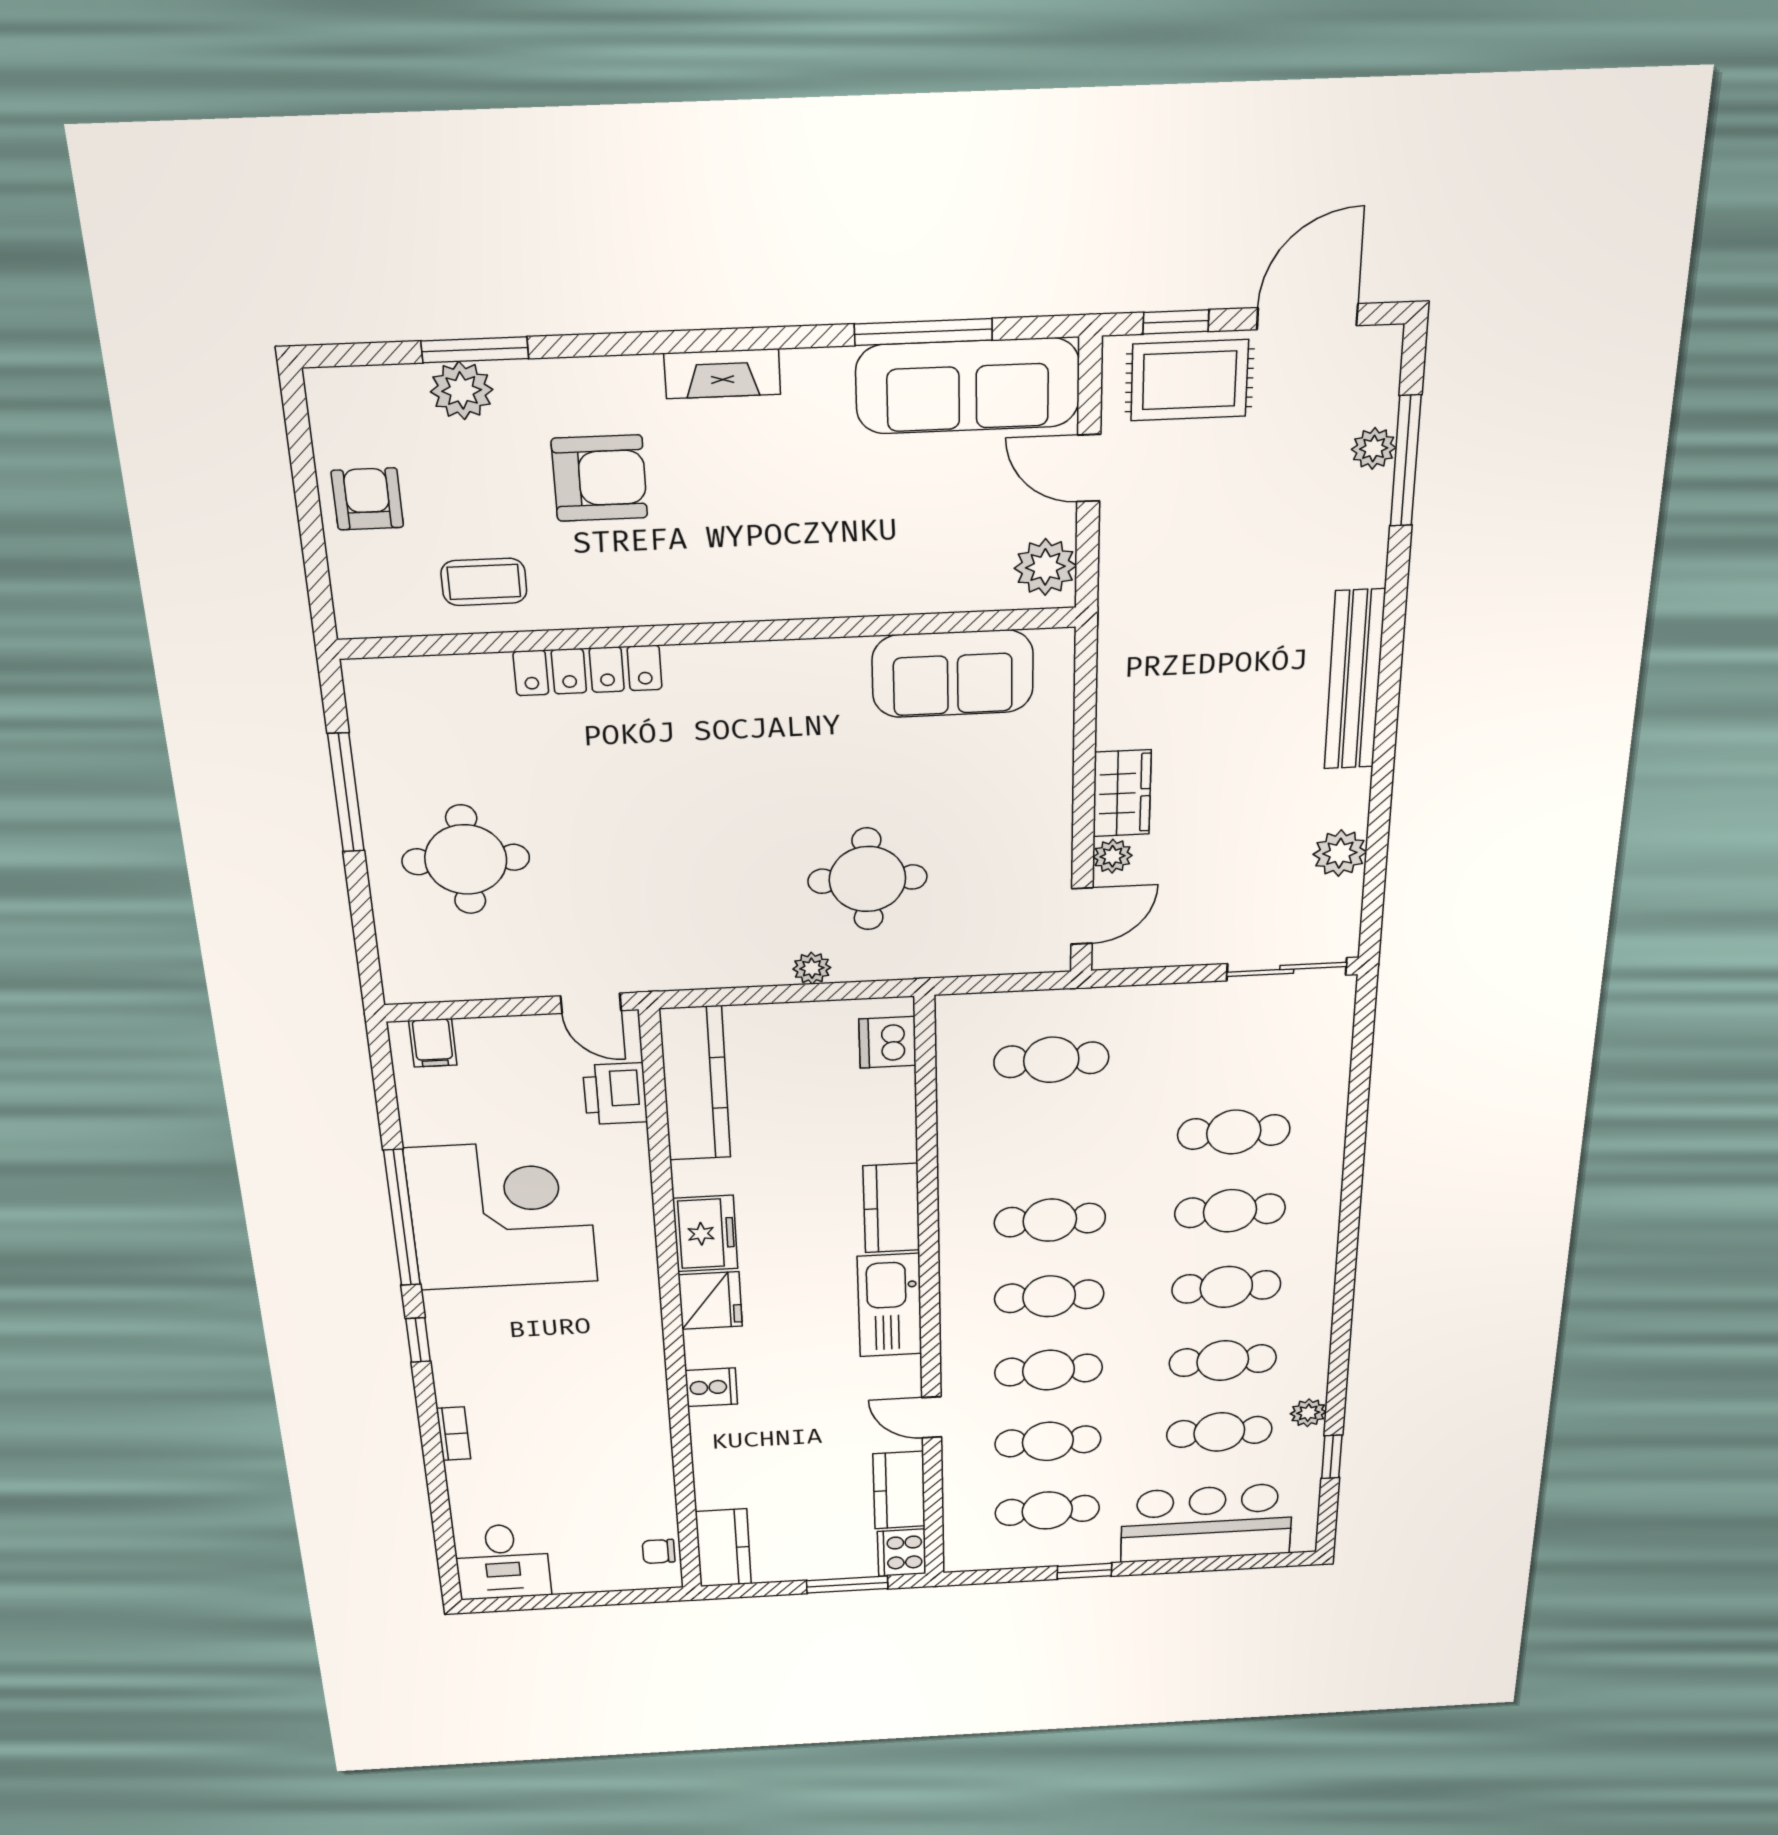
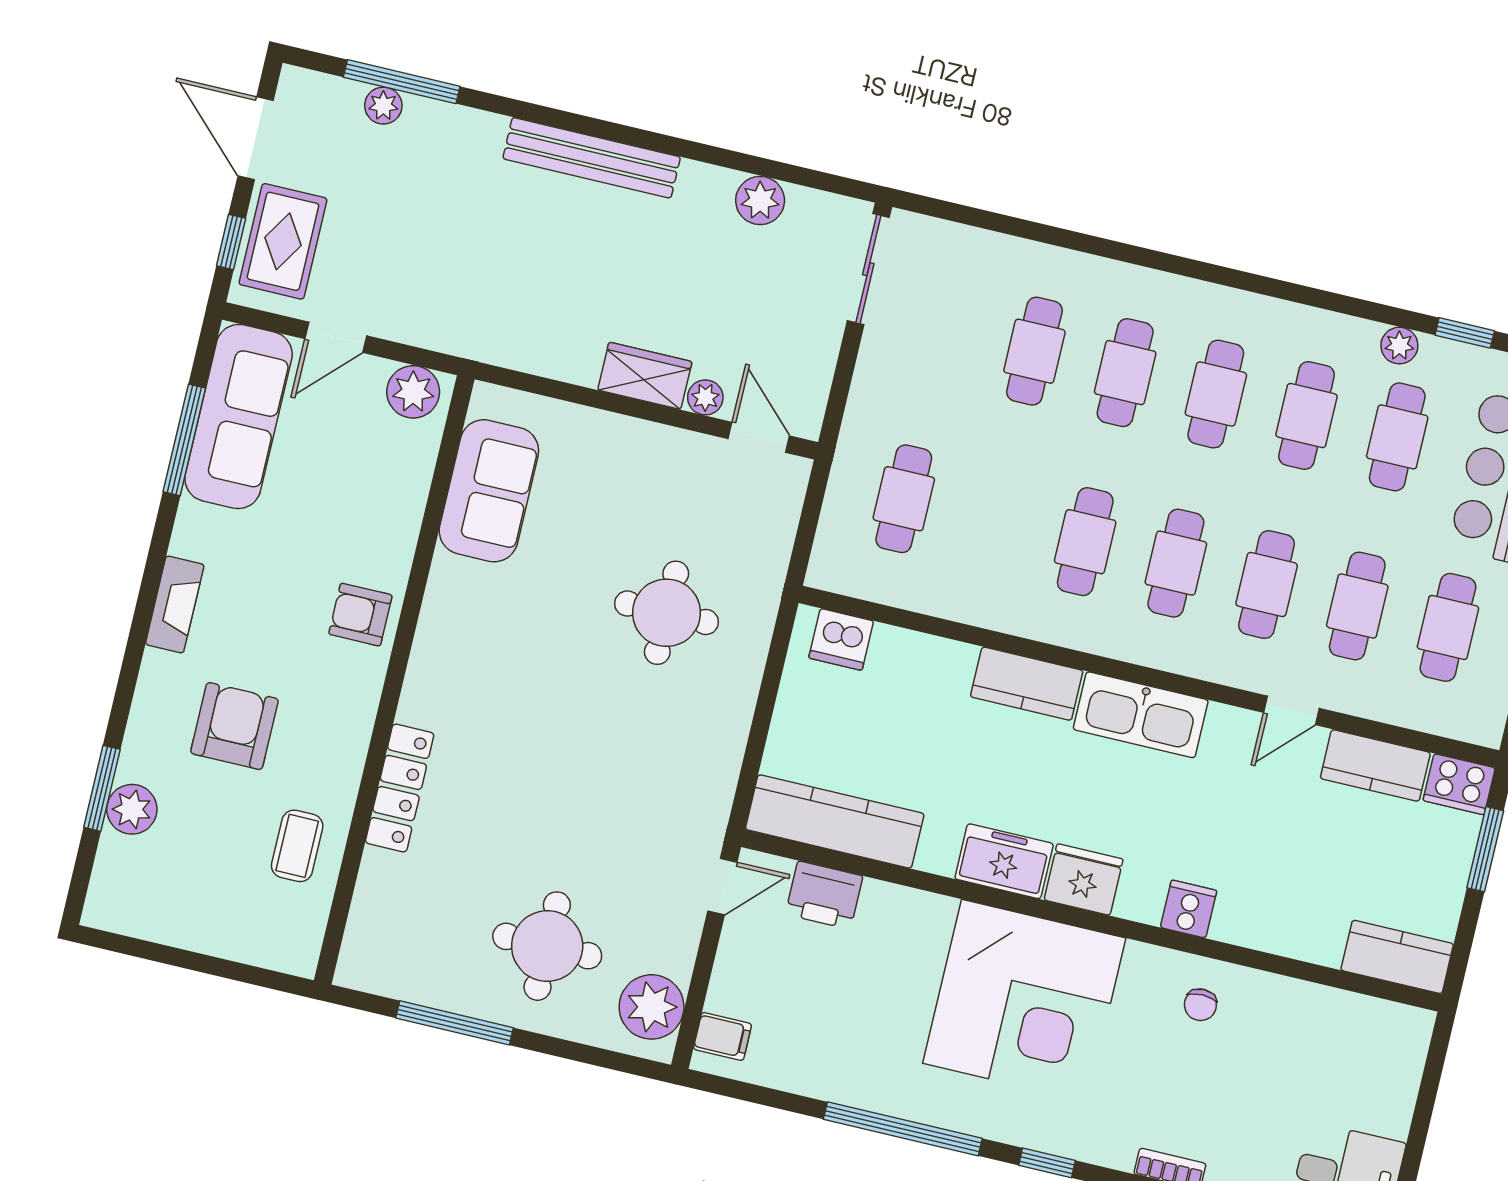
armchair: (367, 499) -> (360, 615), moved
plant: (812, 968) -> (652, 1007), moved, width x1.88, depth x1.88
corner desk: (502, 1215) -> (1024, 1001), moved, turned 180
chair: (659, 1551) -> (1200, 1005), moved

